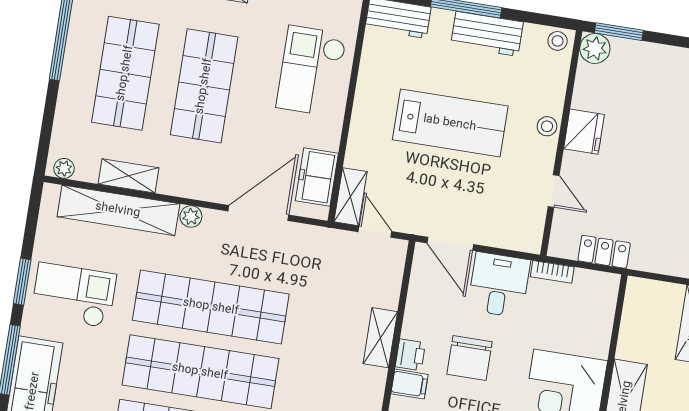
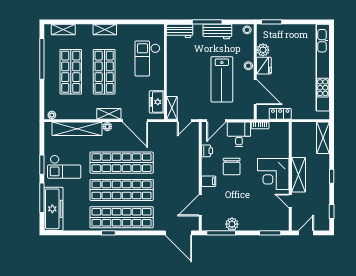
plant: (595, 48) -> (263, 50), moved
lab bench: (450, 123) -> (222, 79), moved, turned 90
shelving: (128, 176) -> (109, 114), moved
door: (554, 191) -> (255, 92), width x1.88
door: (258, 213) -> (135, 121), swing flipped
door: (375, 232) -> (184, 121), swing flipped
door: (450, 244) -> (216, 121), hinge flipped
checkout: (74, 295) -> (64, 167), turned 180
shelving: (380, 338) -> (194, 164), removed
printer: (410, 355) -> (207, 151), moved

